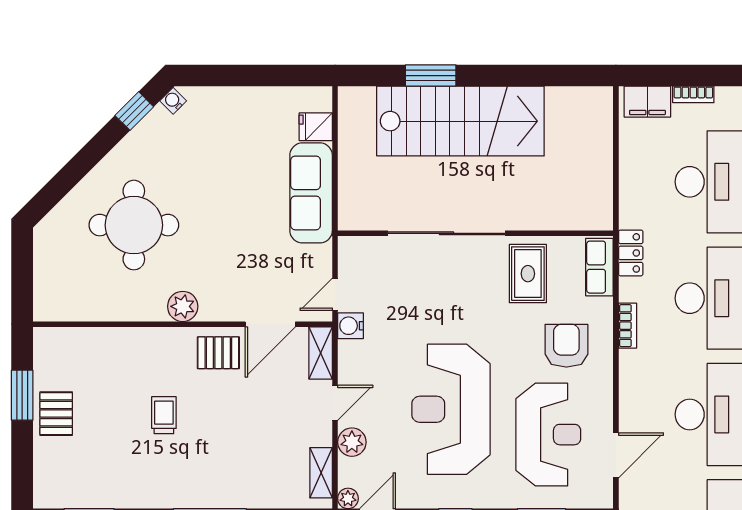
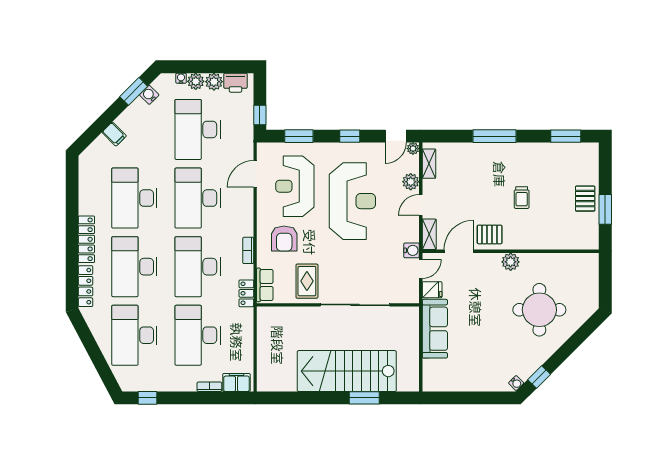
fridge: (316, 127) -> (432, 290), moved

